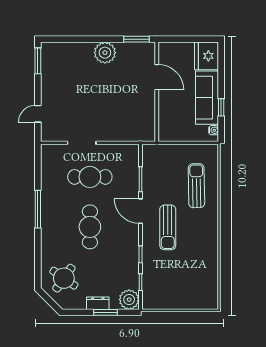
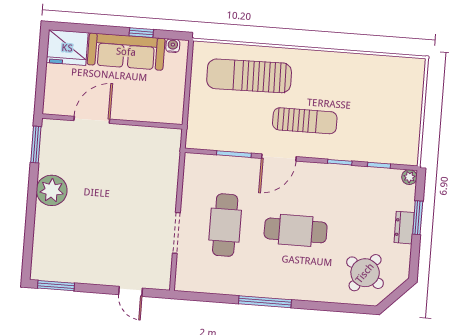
sun lounger: (196, 186) -> (249, 76), width x1.36, depth x1.34
plant: (129, 300) -> (409, 177), width x0.53, depth x0.53

